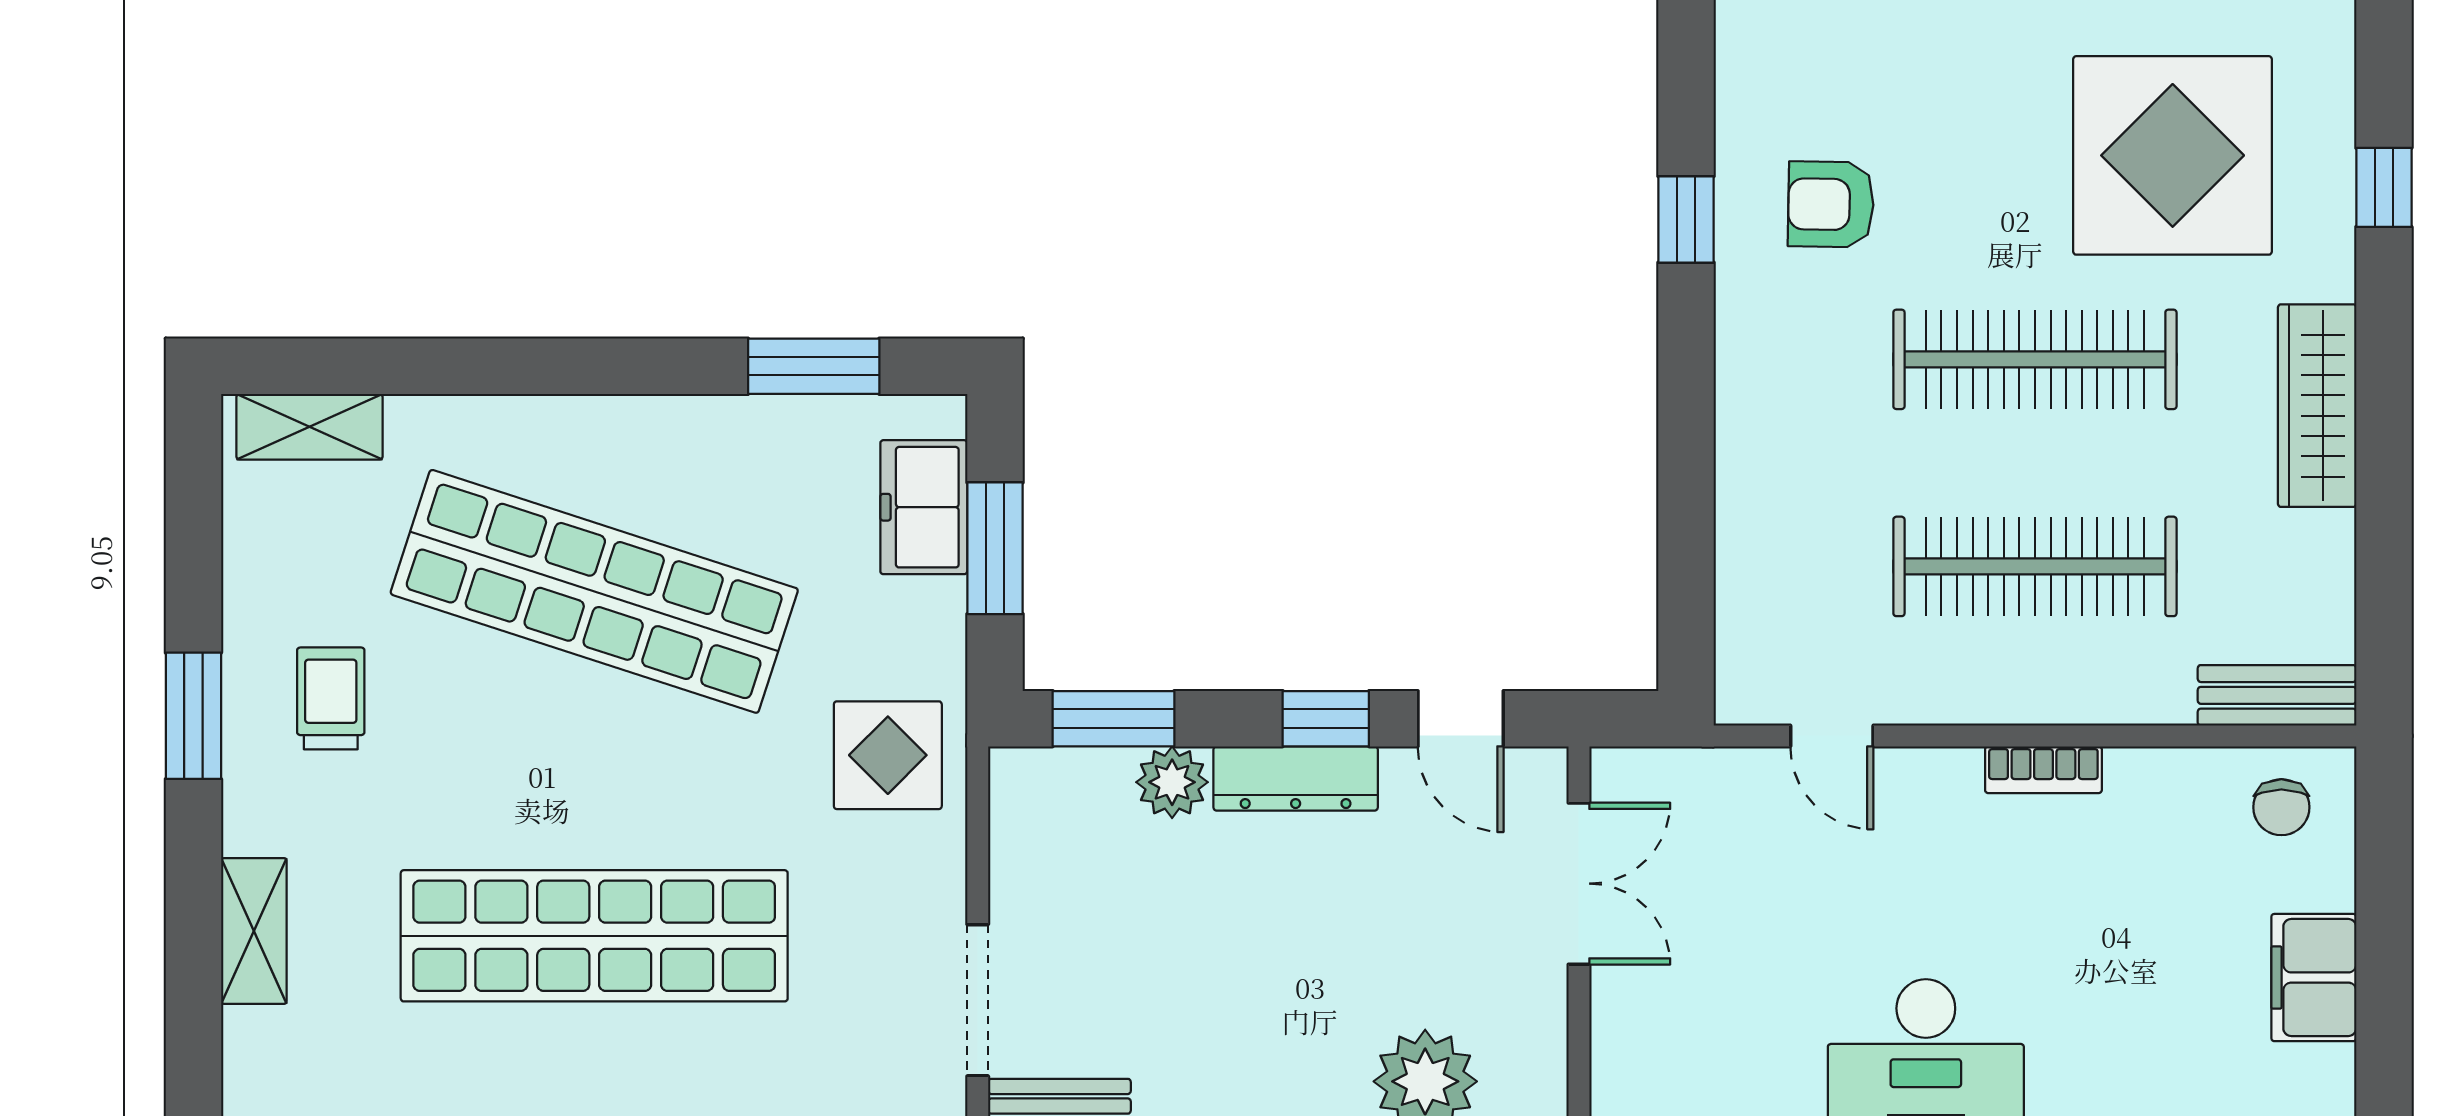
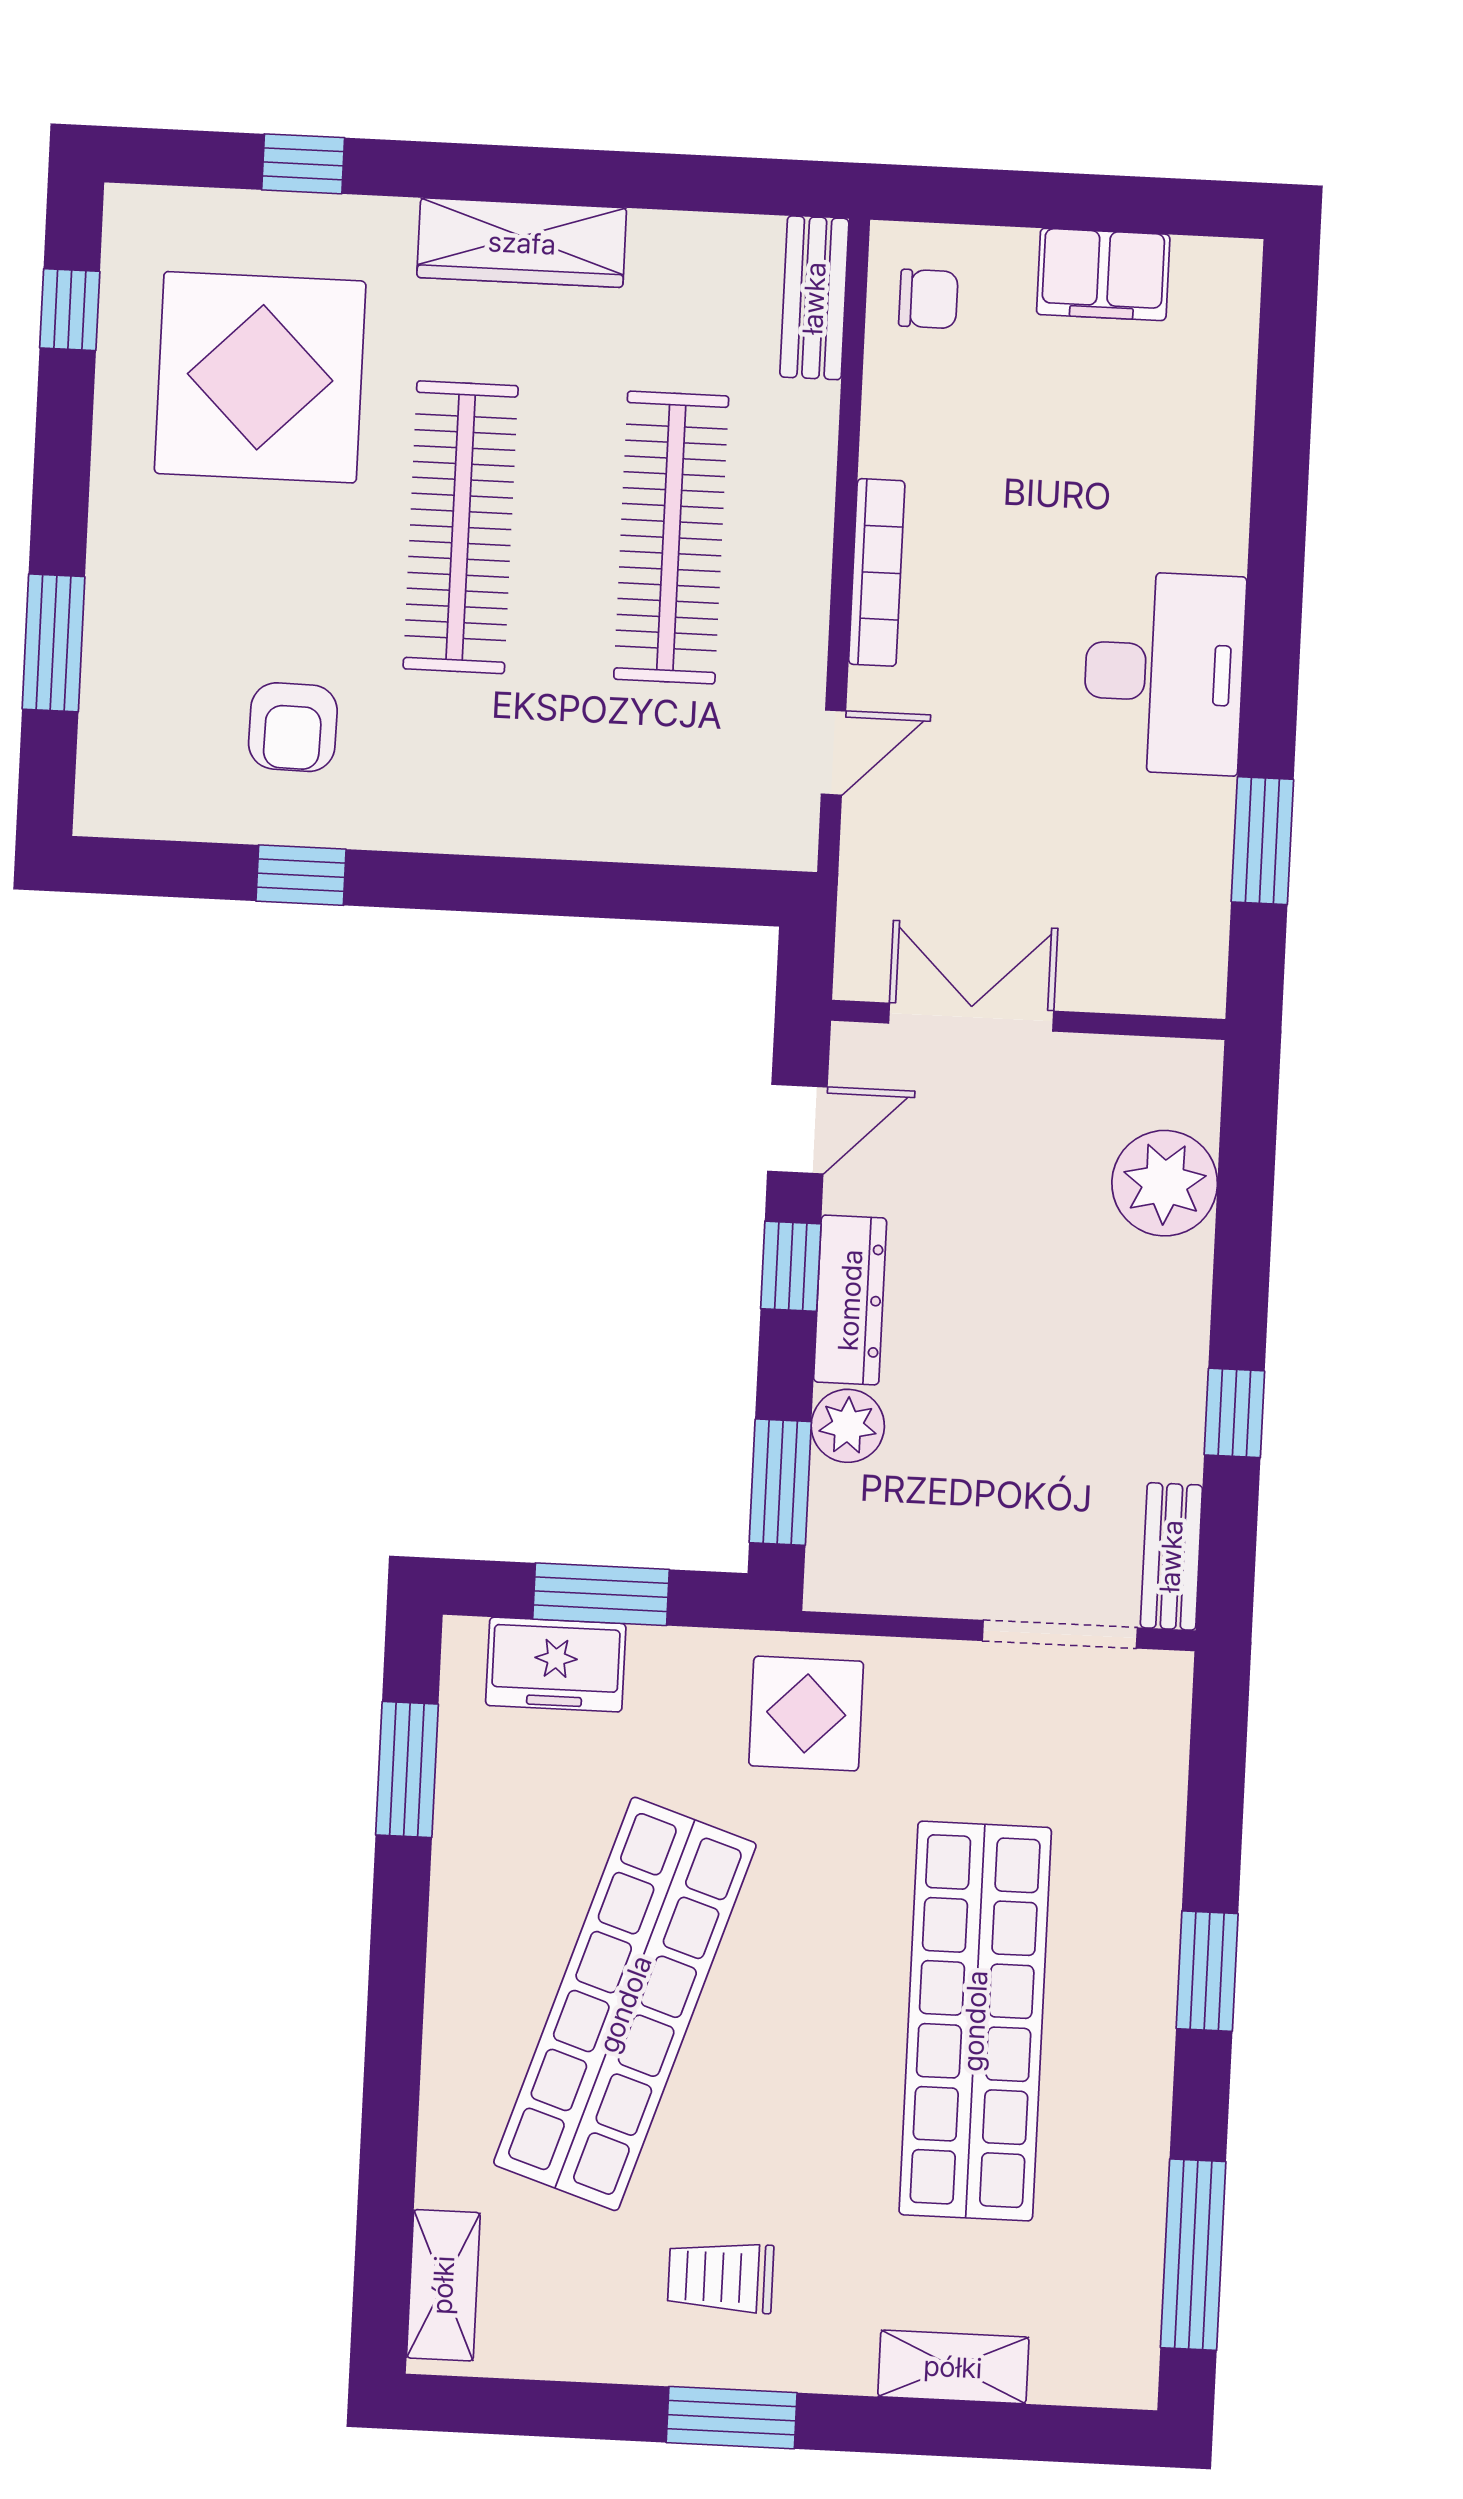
bookcase: (2043, 770) -> (877, 572), width x1.56

